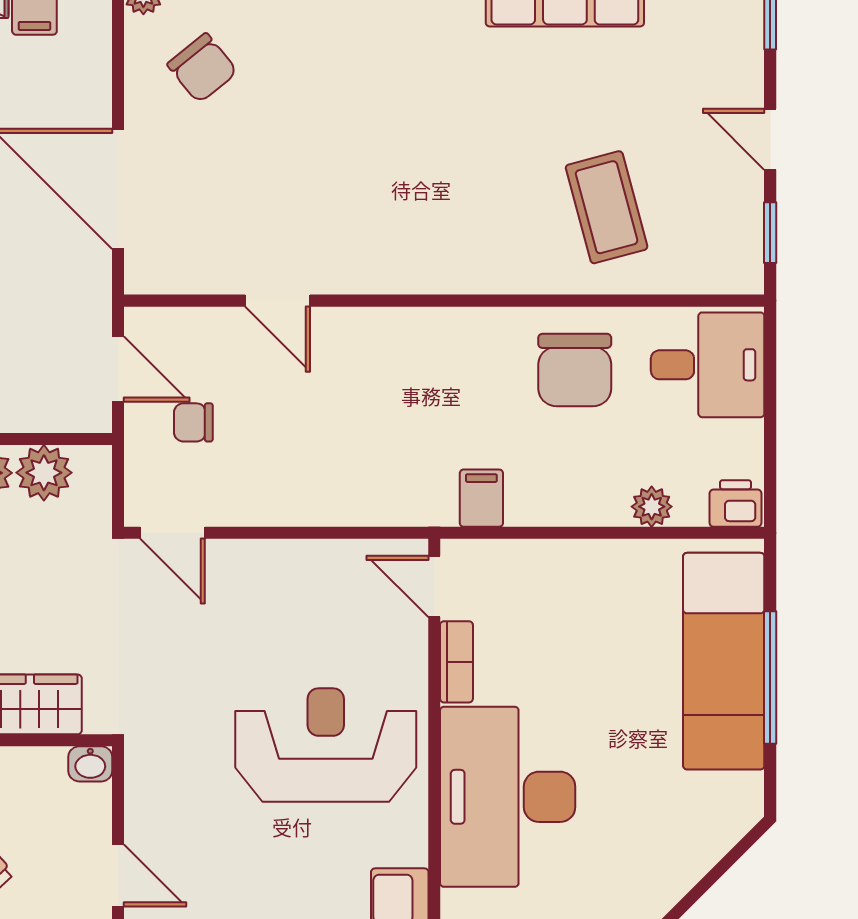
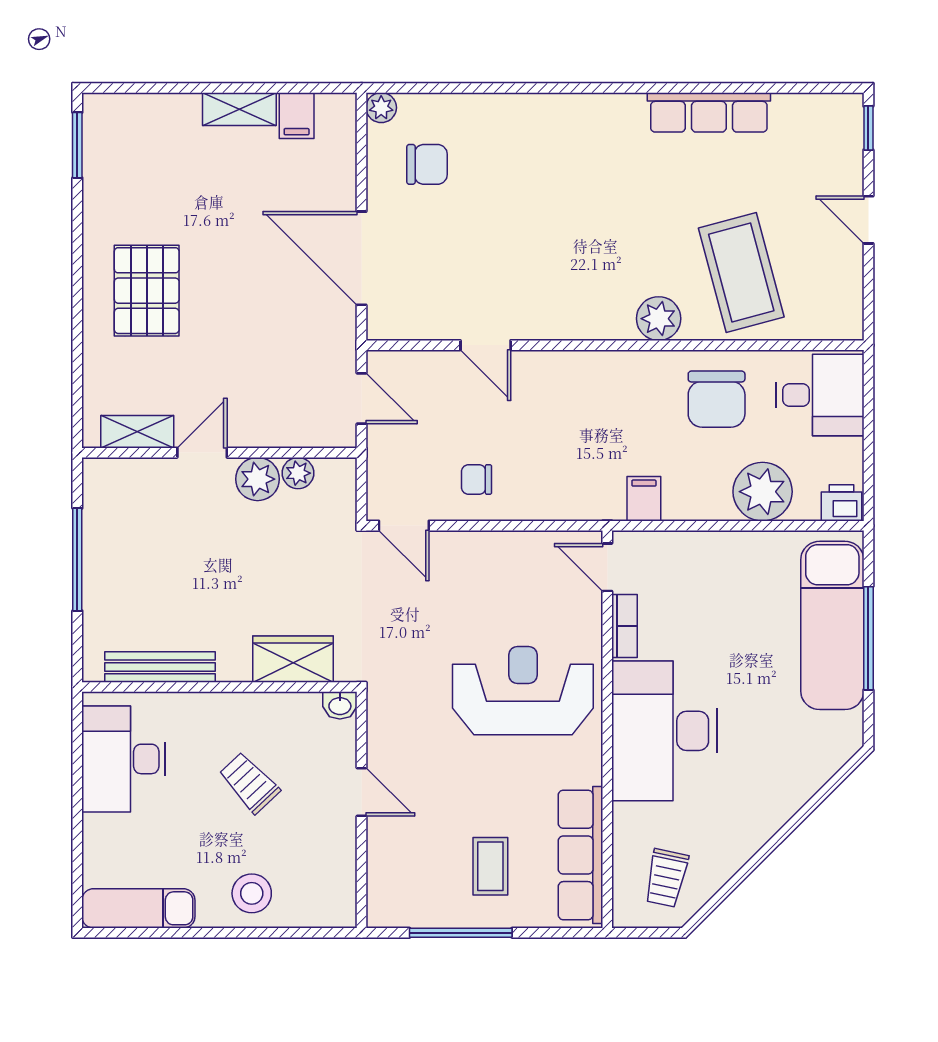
chair: (202, 68) -> (427, 164), turned -51
coffee table: (607, 207) -> (741, 273), width x1.36, depth x1.32
window: (770, 233) -> (868, 292), removed
plant: (500, 266) -> (659, 319), added
chair: (193, 422) -> (476, 479), moved
plant: (44, 473) -> (298, 473), width x0.73, depth x0.73
plant: (652, 507) -> (763, 492), width x1.87, depth x1.87

